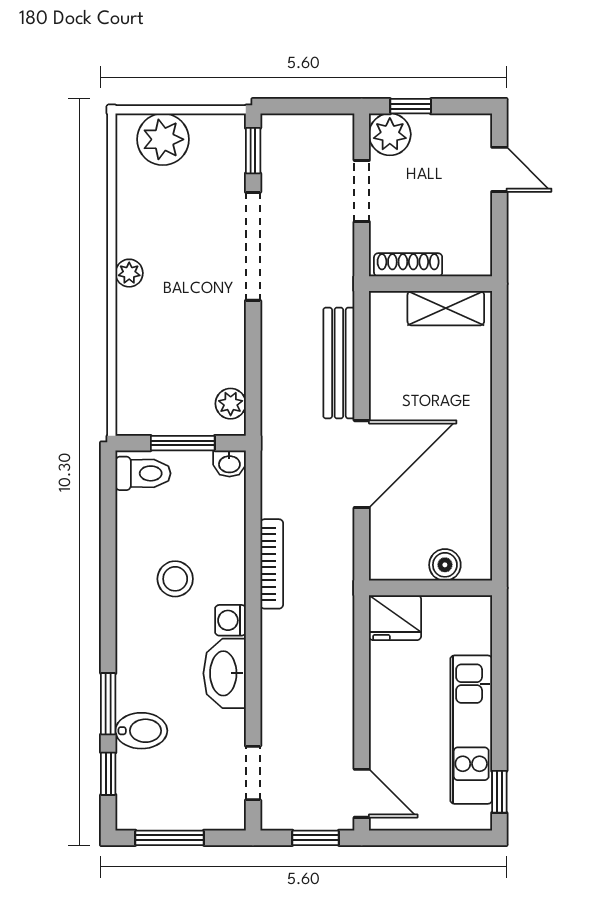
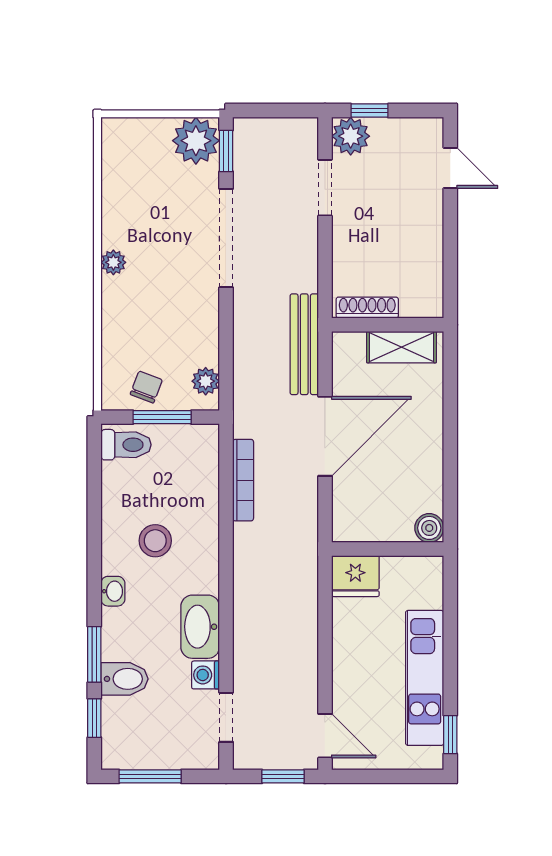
plant: (163, 139) -> (196, 141), moved
shoe rack: (408, 265) -> (367, 308), moved
wall: (430, 284) -> (388, 325), moved
shelving: (446, 308) -> (402, 347), moved
chair: (165, 410) -> (146, 387), added
washbasin: (229, 463) -> (113, 591), moved, turned -90
bookcase: (272, 564) -> (243, 480), moved
boiler: (445, 565) -> (429, 528), moved
washing machine: (230, 620) -> (205, 675), moved

